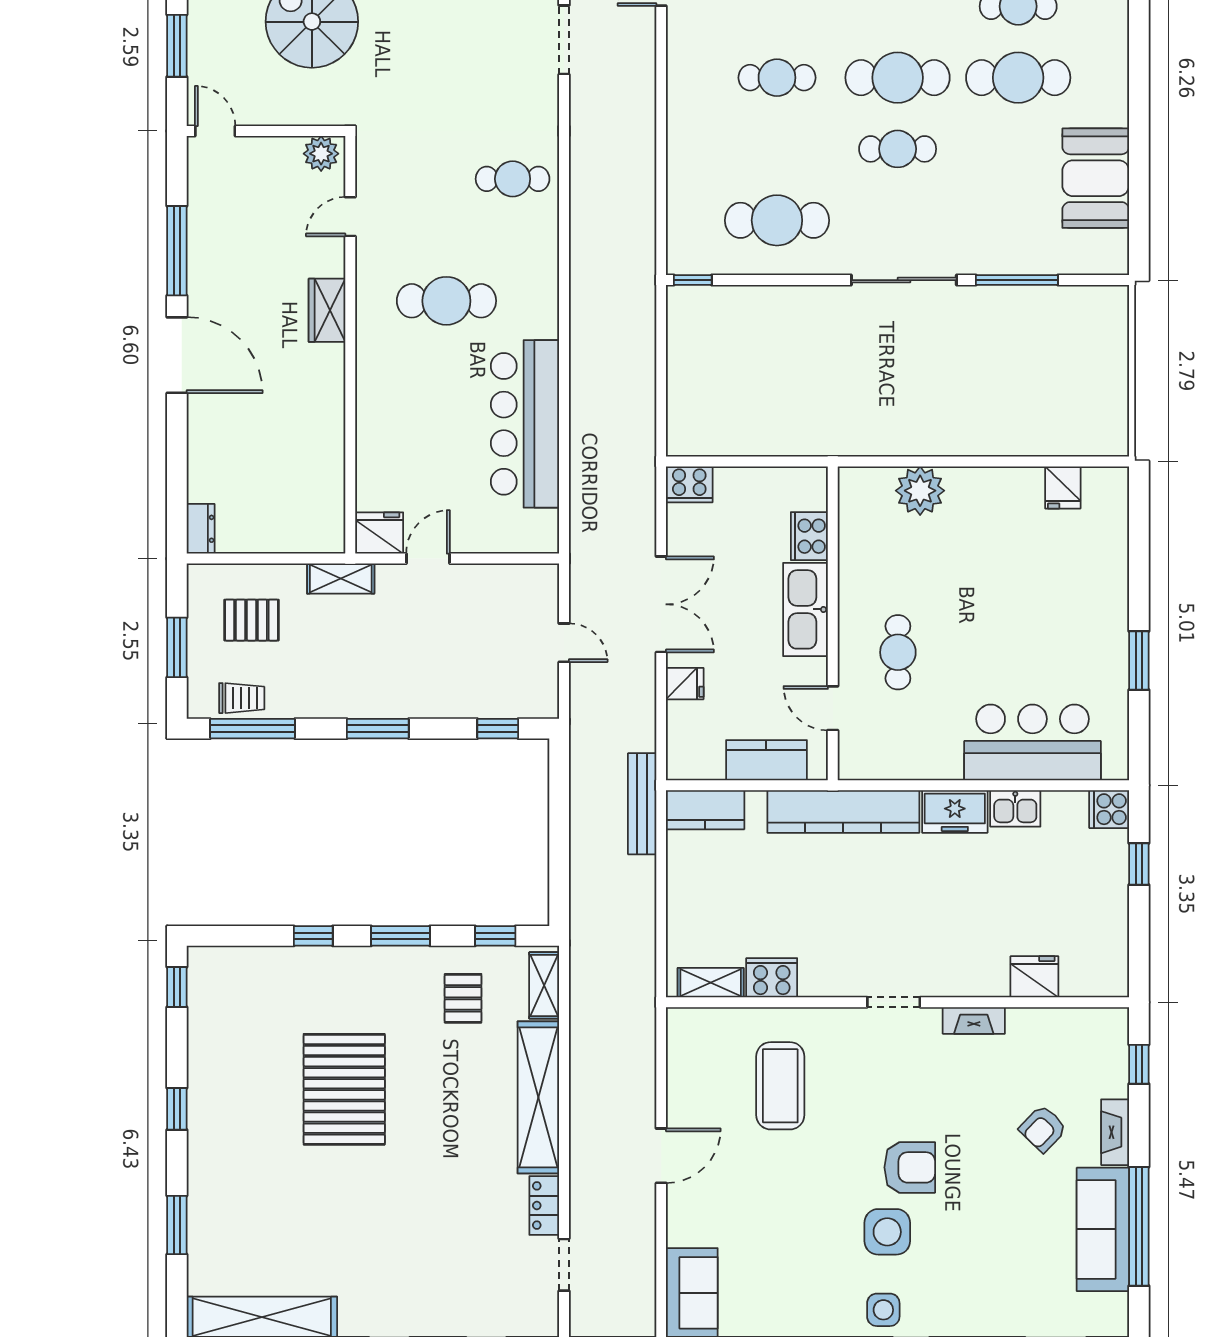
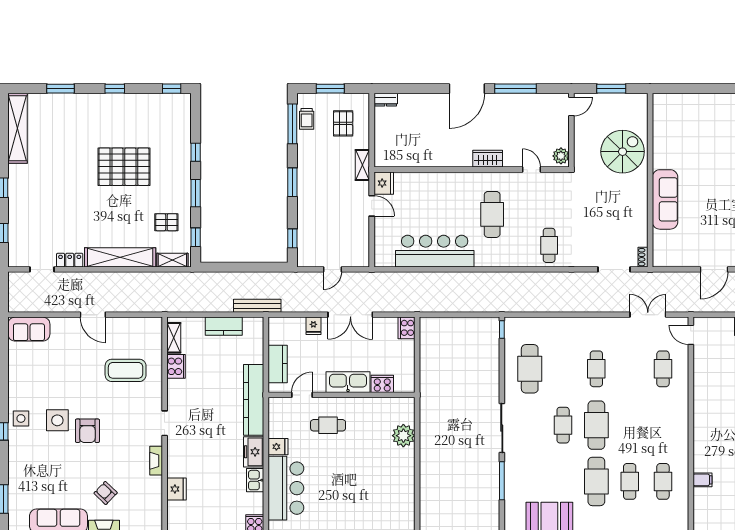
fridge: (1063, 487) -> (278, 447), moved, turned 180
kitchen counter: (705, 810) -> (224, 326), moved, turned -90

